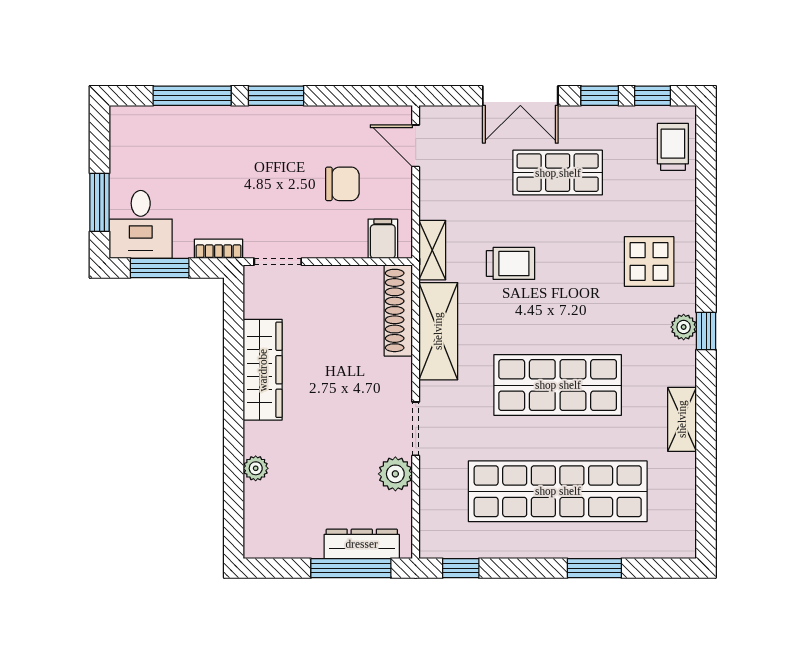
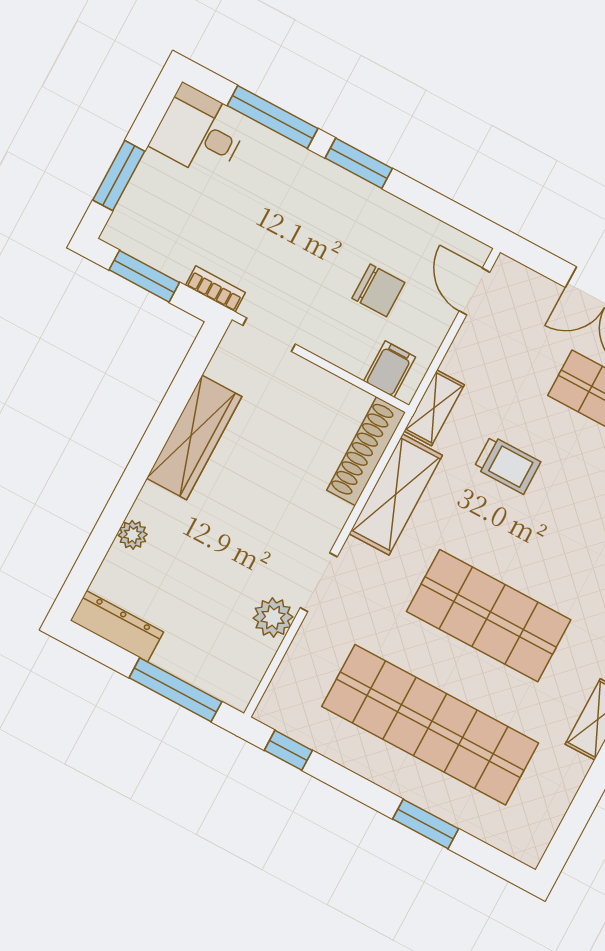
desk: (141, 224) -> (200, 132), moved, turned 90
dresser: (362, 544) -> (117, 626), moved

